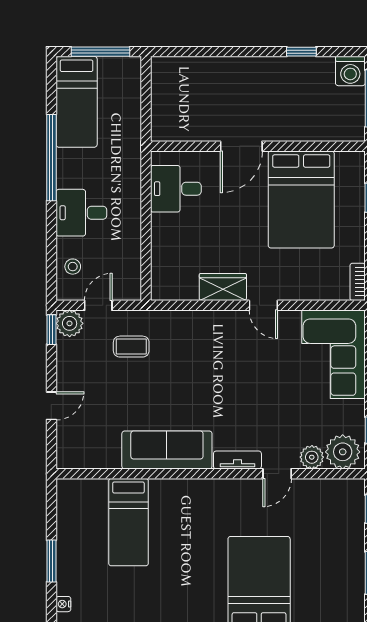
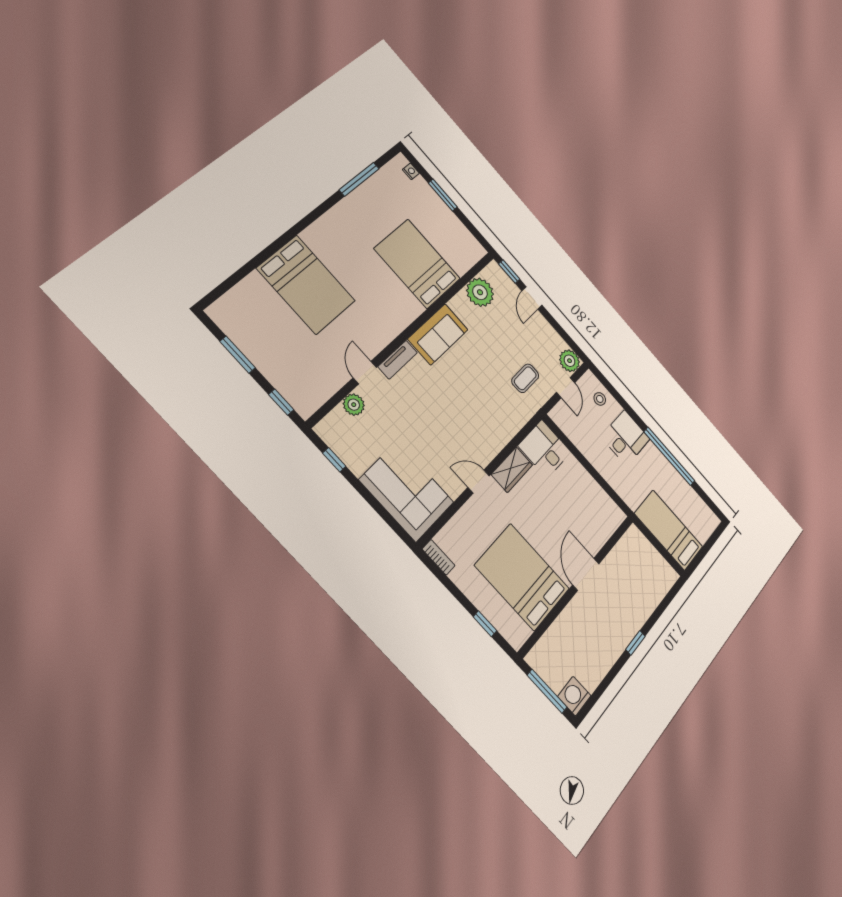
window: (100, 52) -> (705, 550), removed
window: (301, 52) -> (635, 643), moved
bed: (77, 102) -> (669, 530), moved
desk: (176, 189) -> (544, 449), moved, turned -90
window: (51, 330) -> (509, 272), moved
sofa: (167, 450) -> (438, 334), width x0.73
plant: (343, 452) -> (480, 292), moved
bed: (128, 522) -> (417, 264), width x1.50

